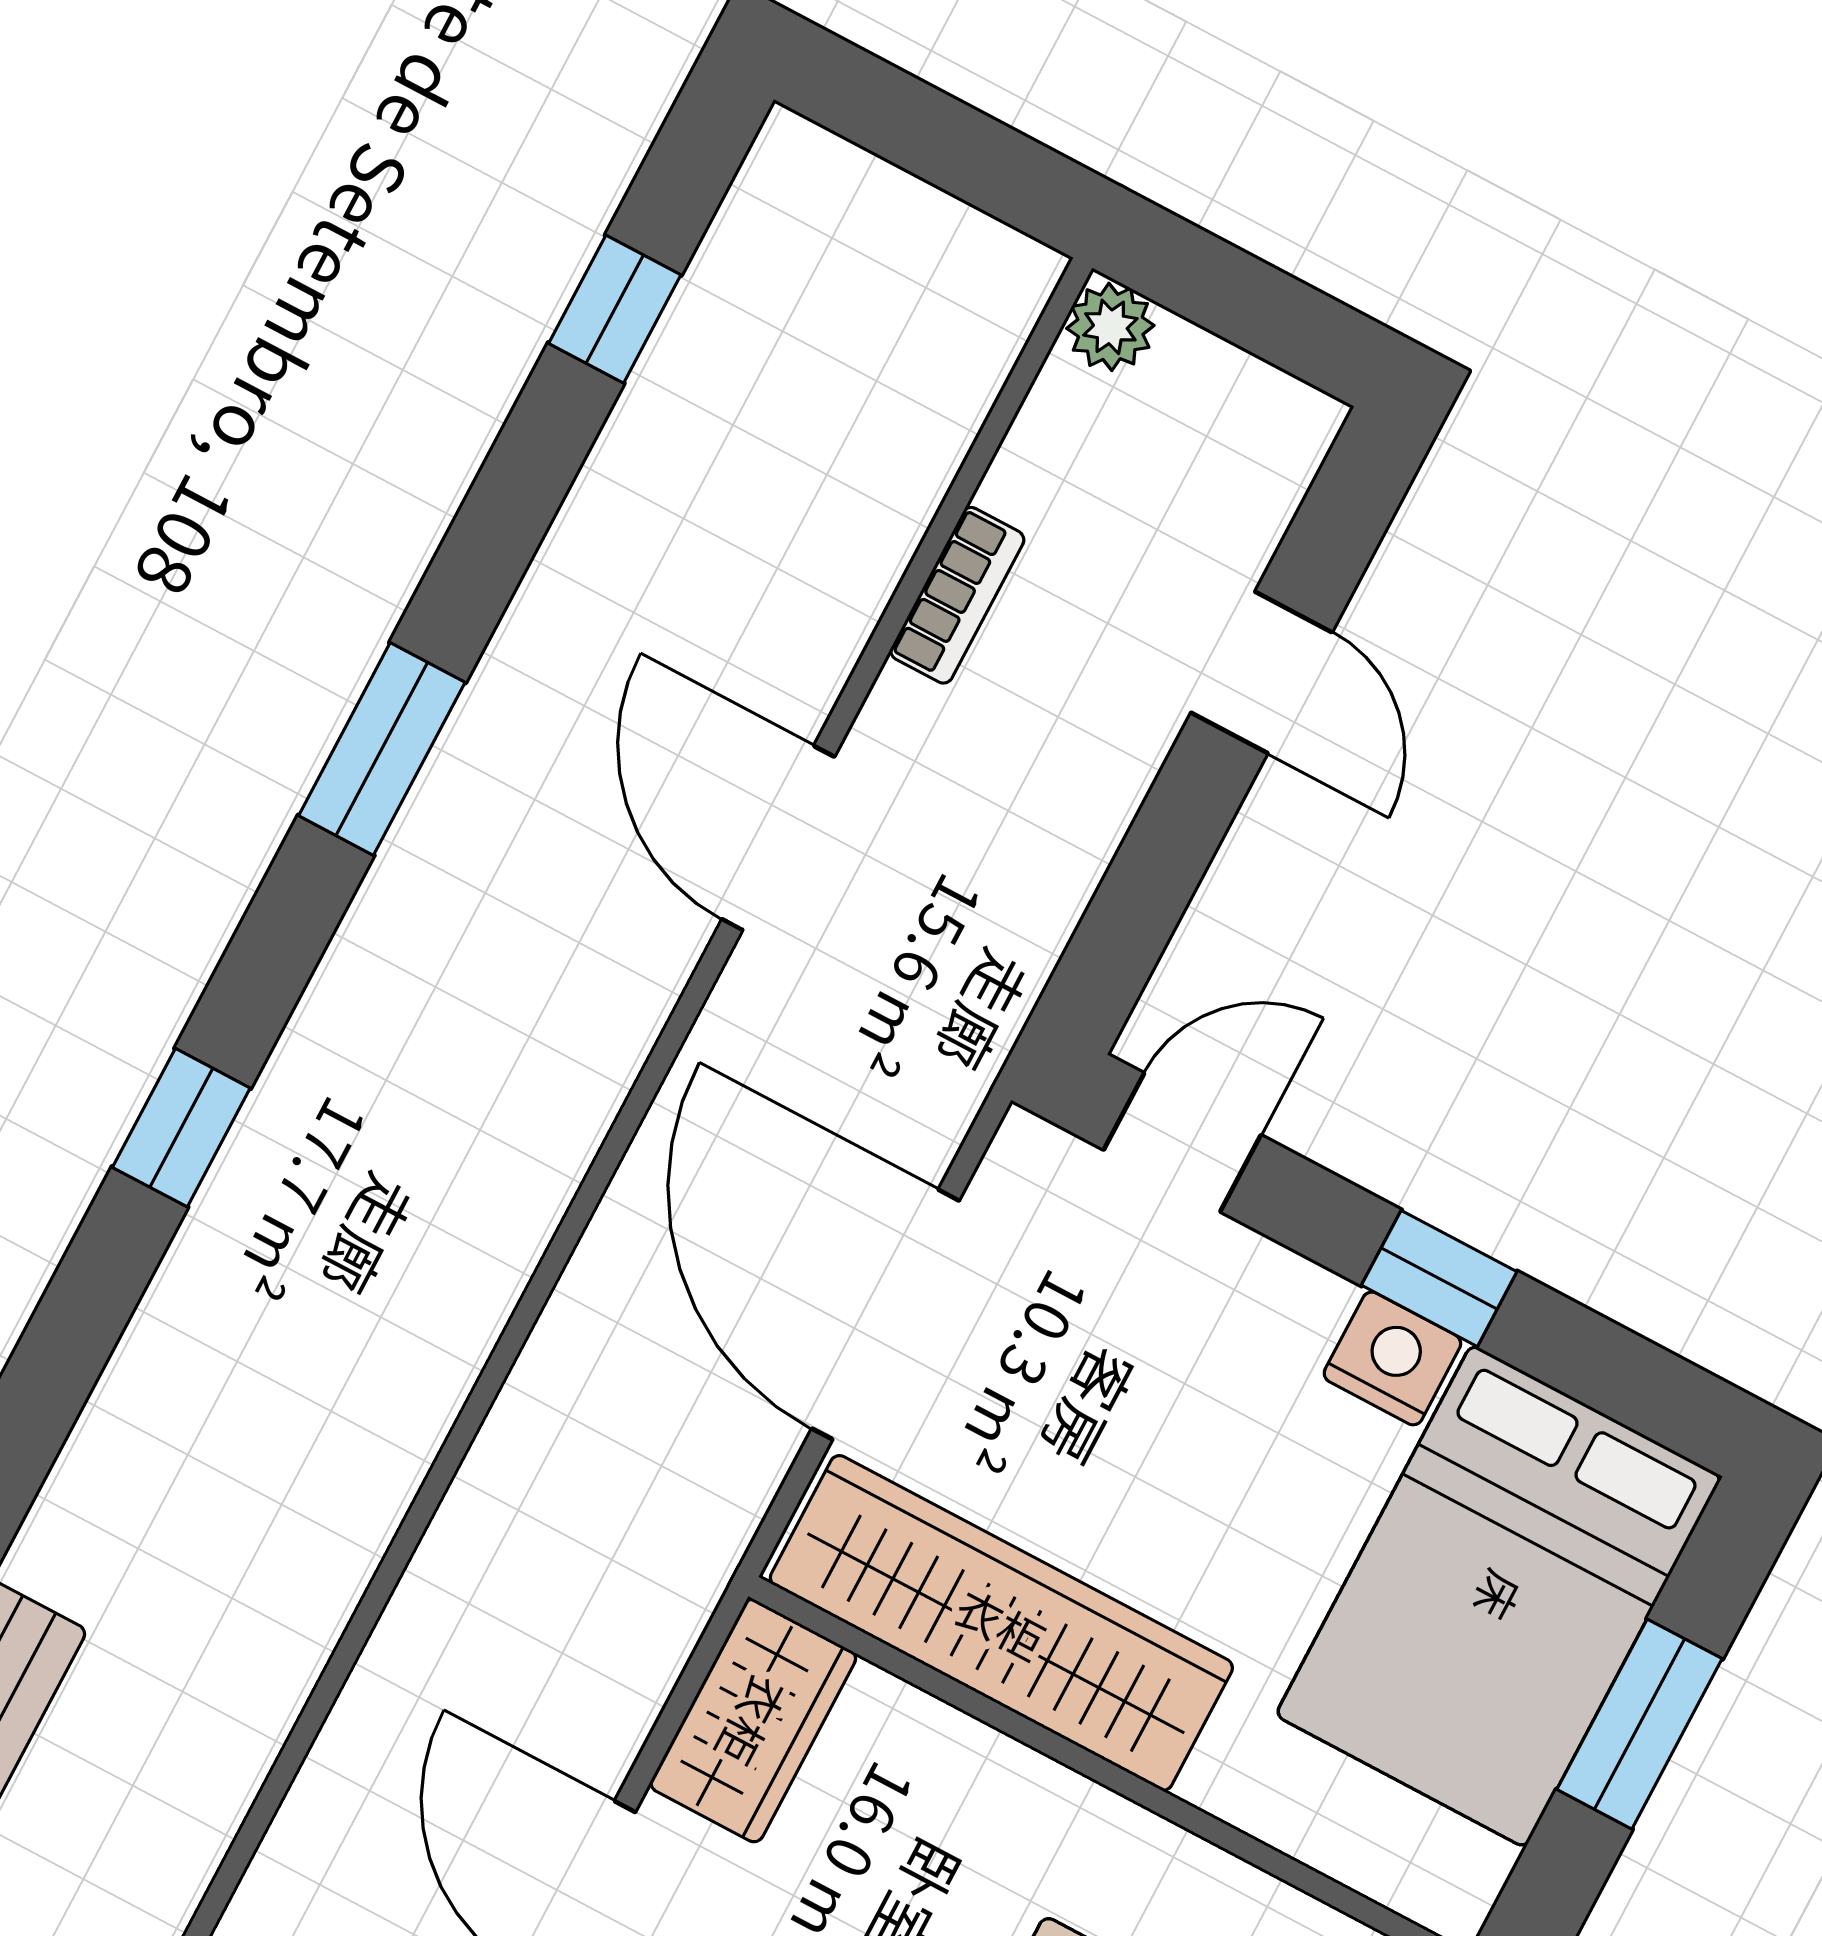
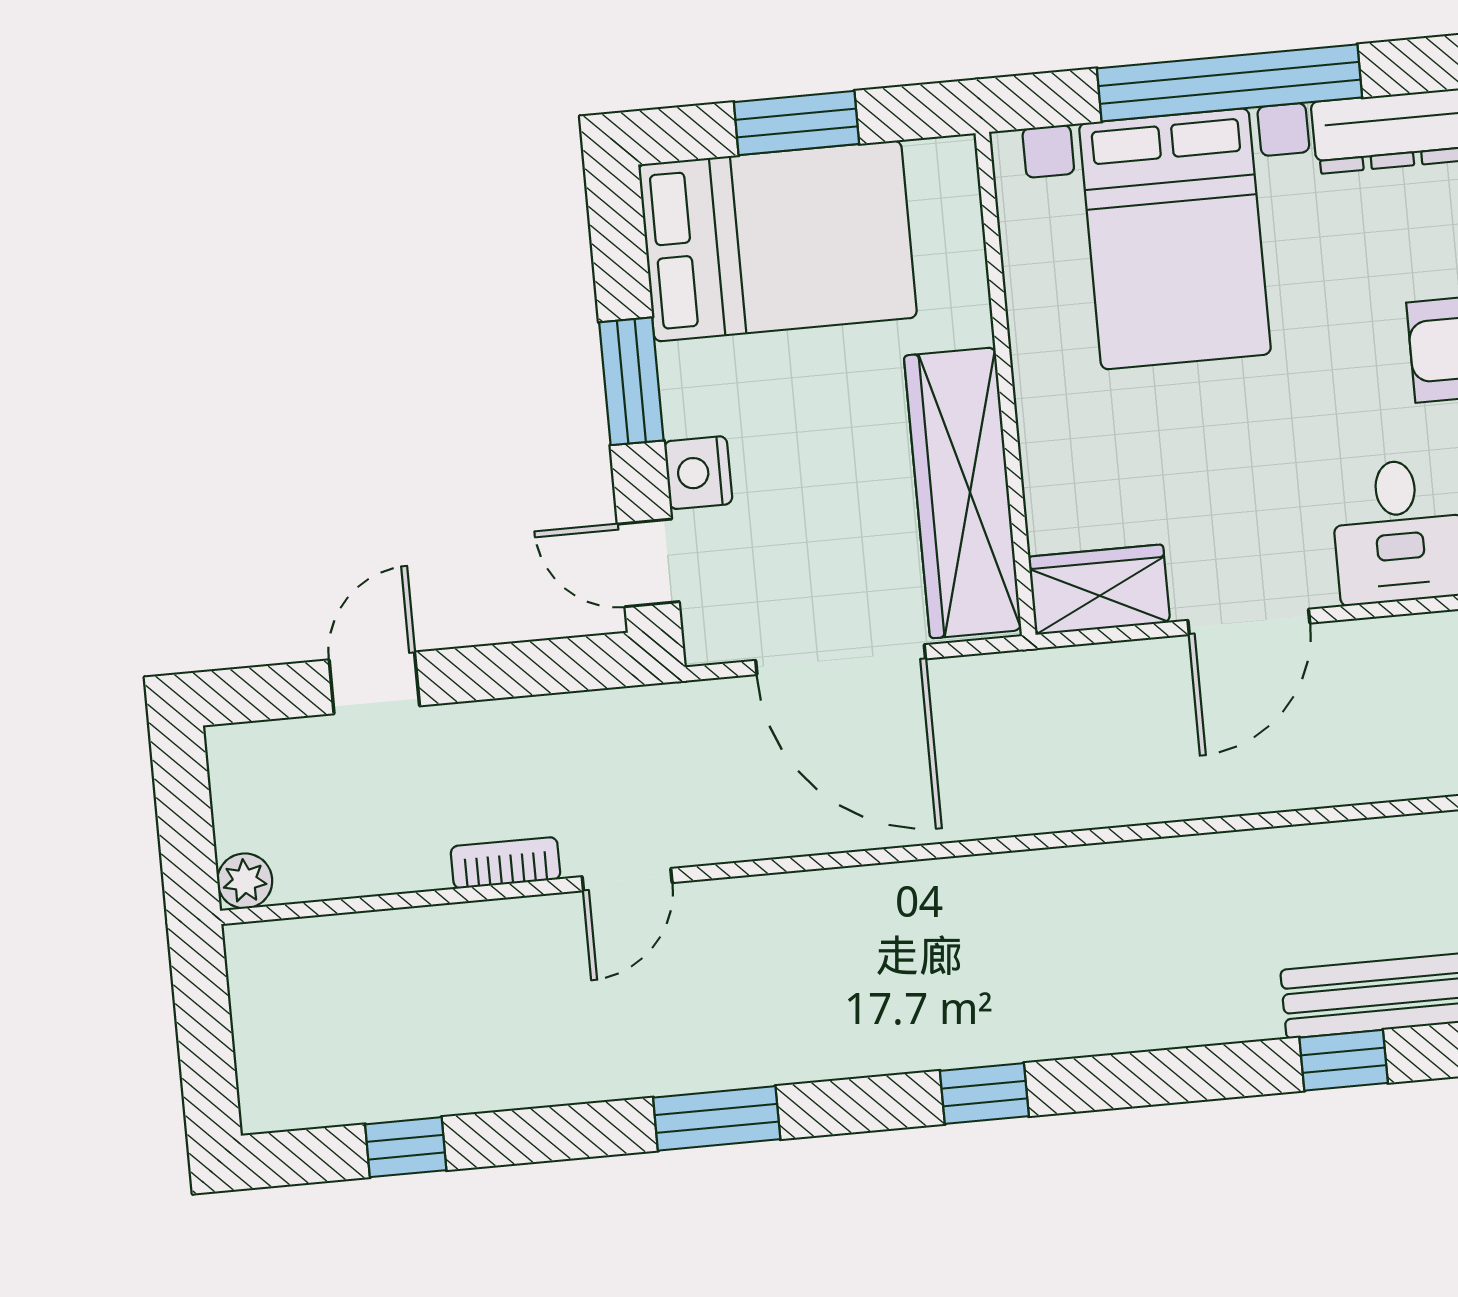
bookcase: (957, 595) -> (505, 863), moved
door: (778, 838) -> (627, 880), width x0.73
window: (1439, 1278) -> (631, 381), width x1.50
door: (885, 1315) -> (841, 660), hinge flipped
nightstand: (1392, 1358) -> (698, 473), moved

